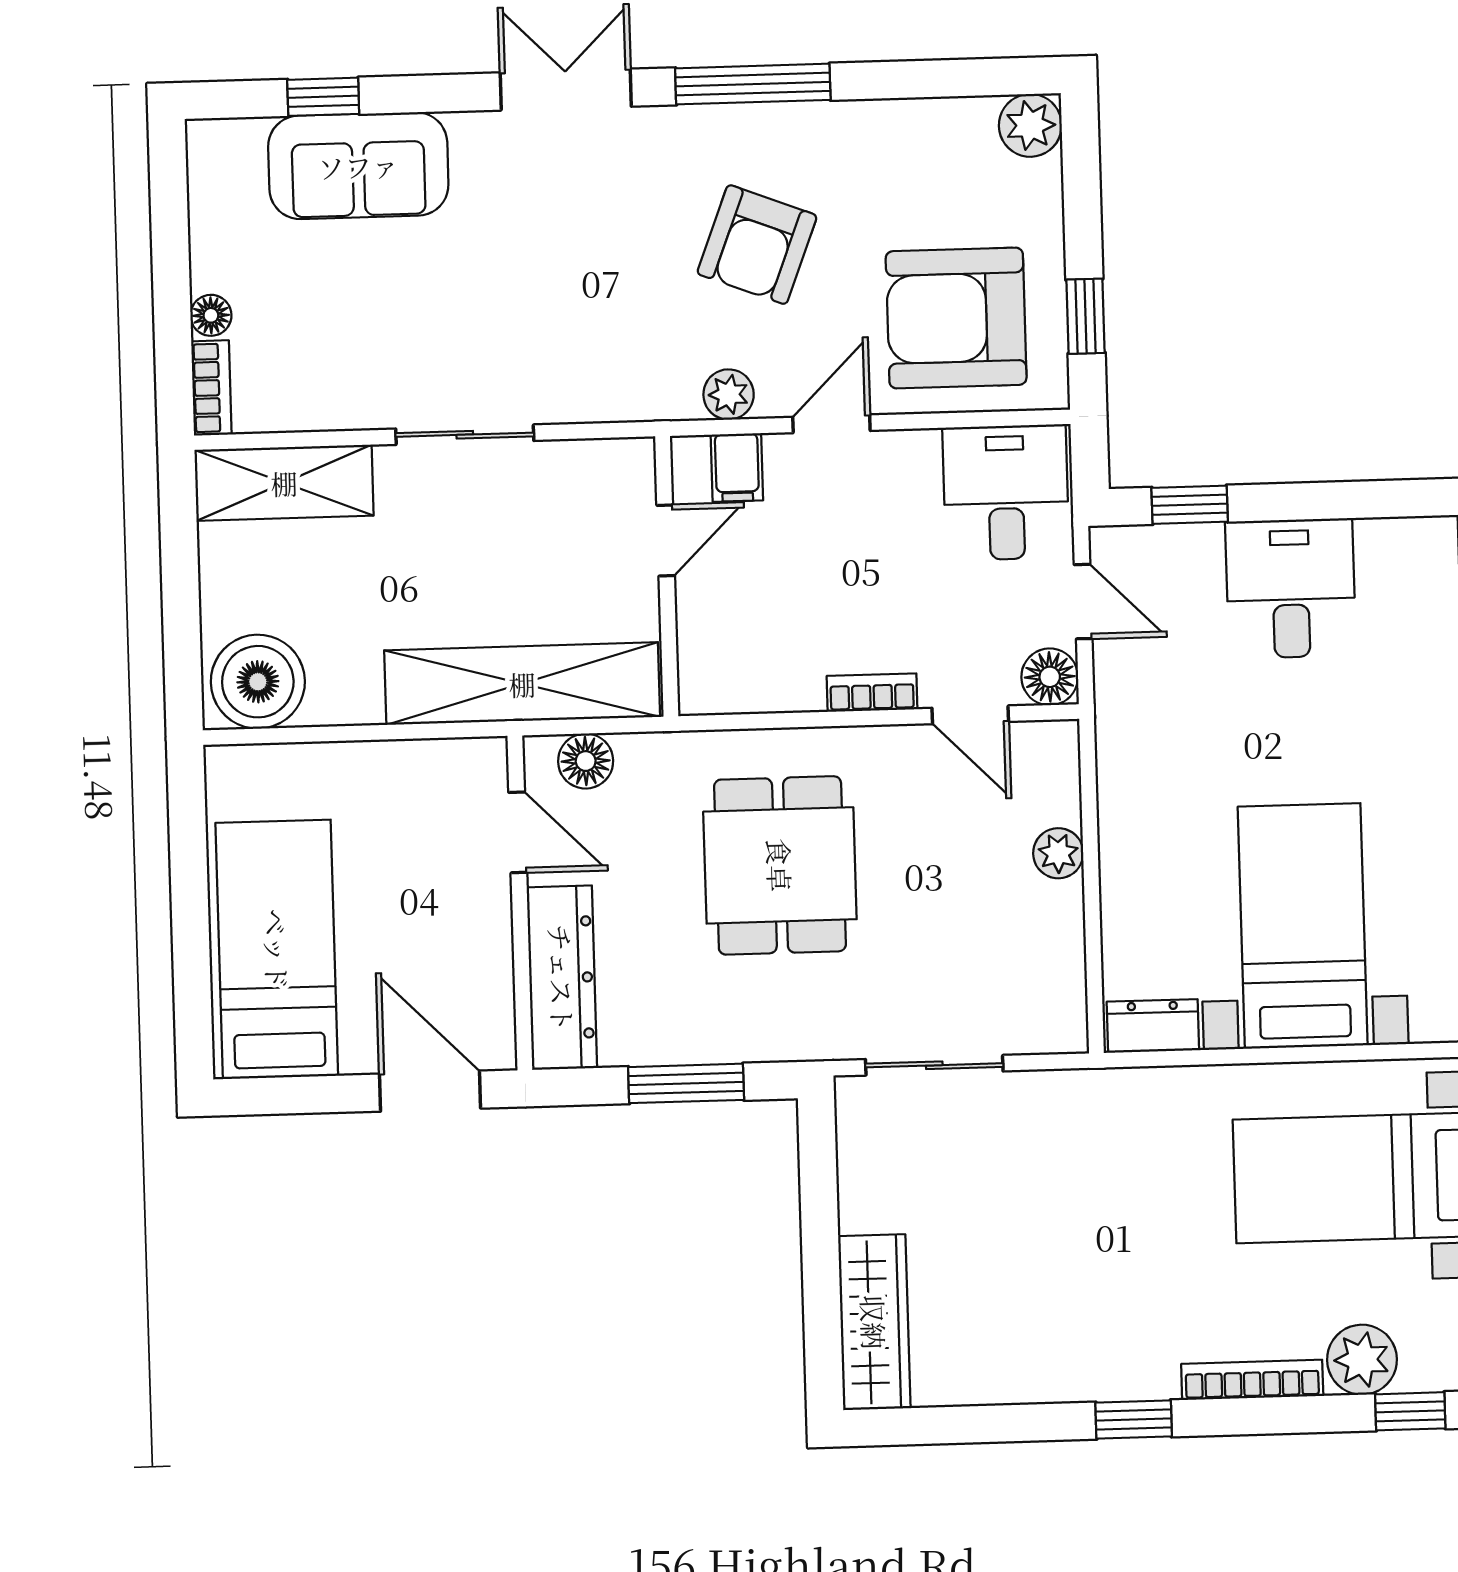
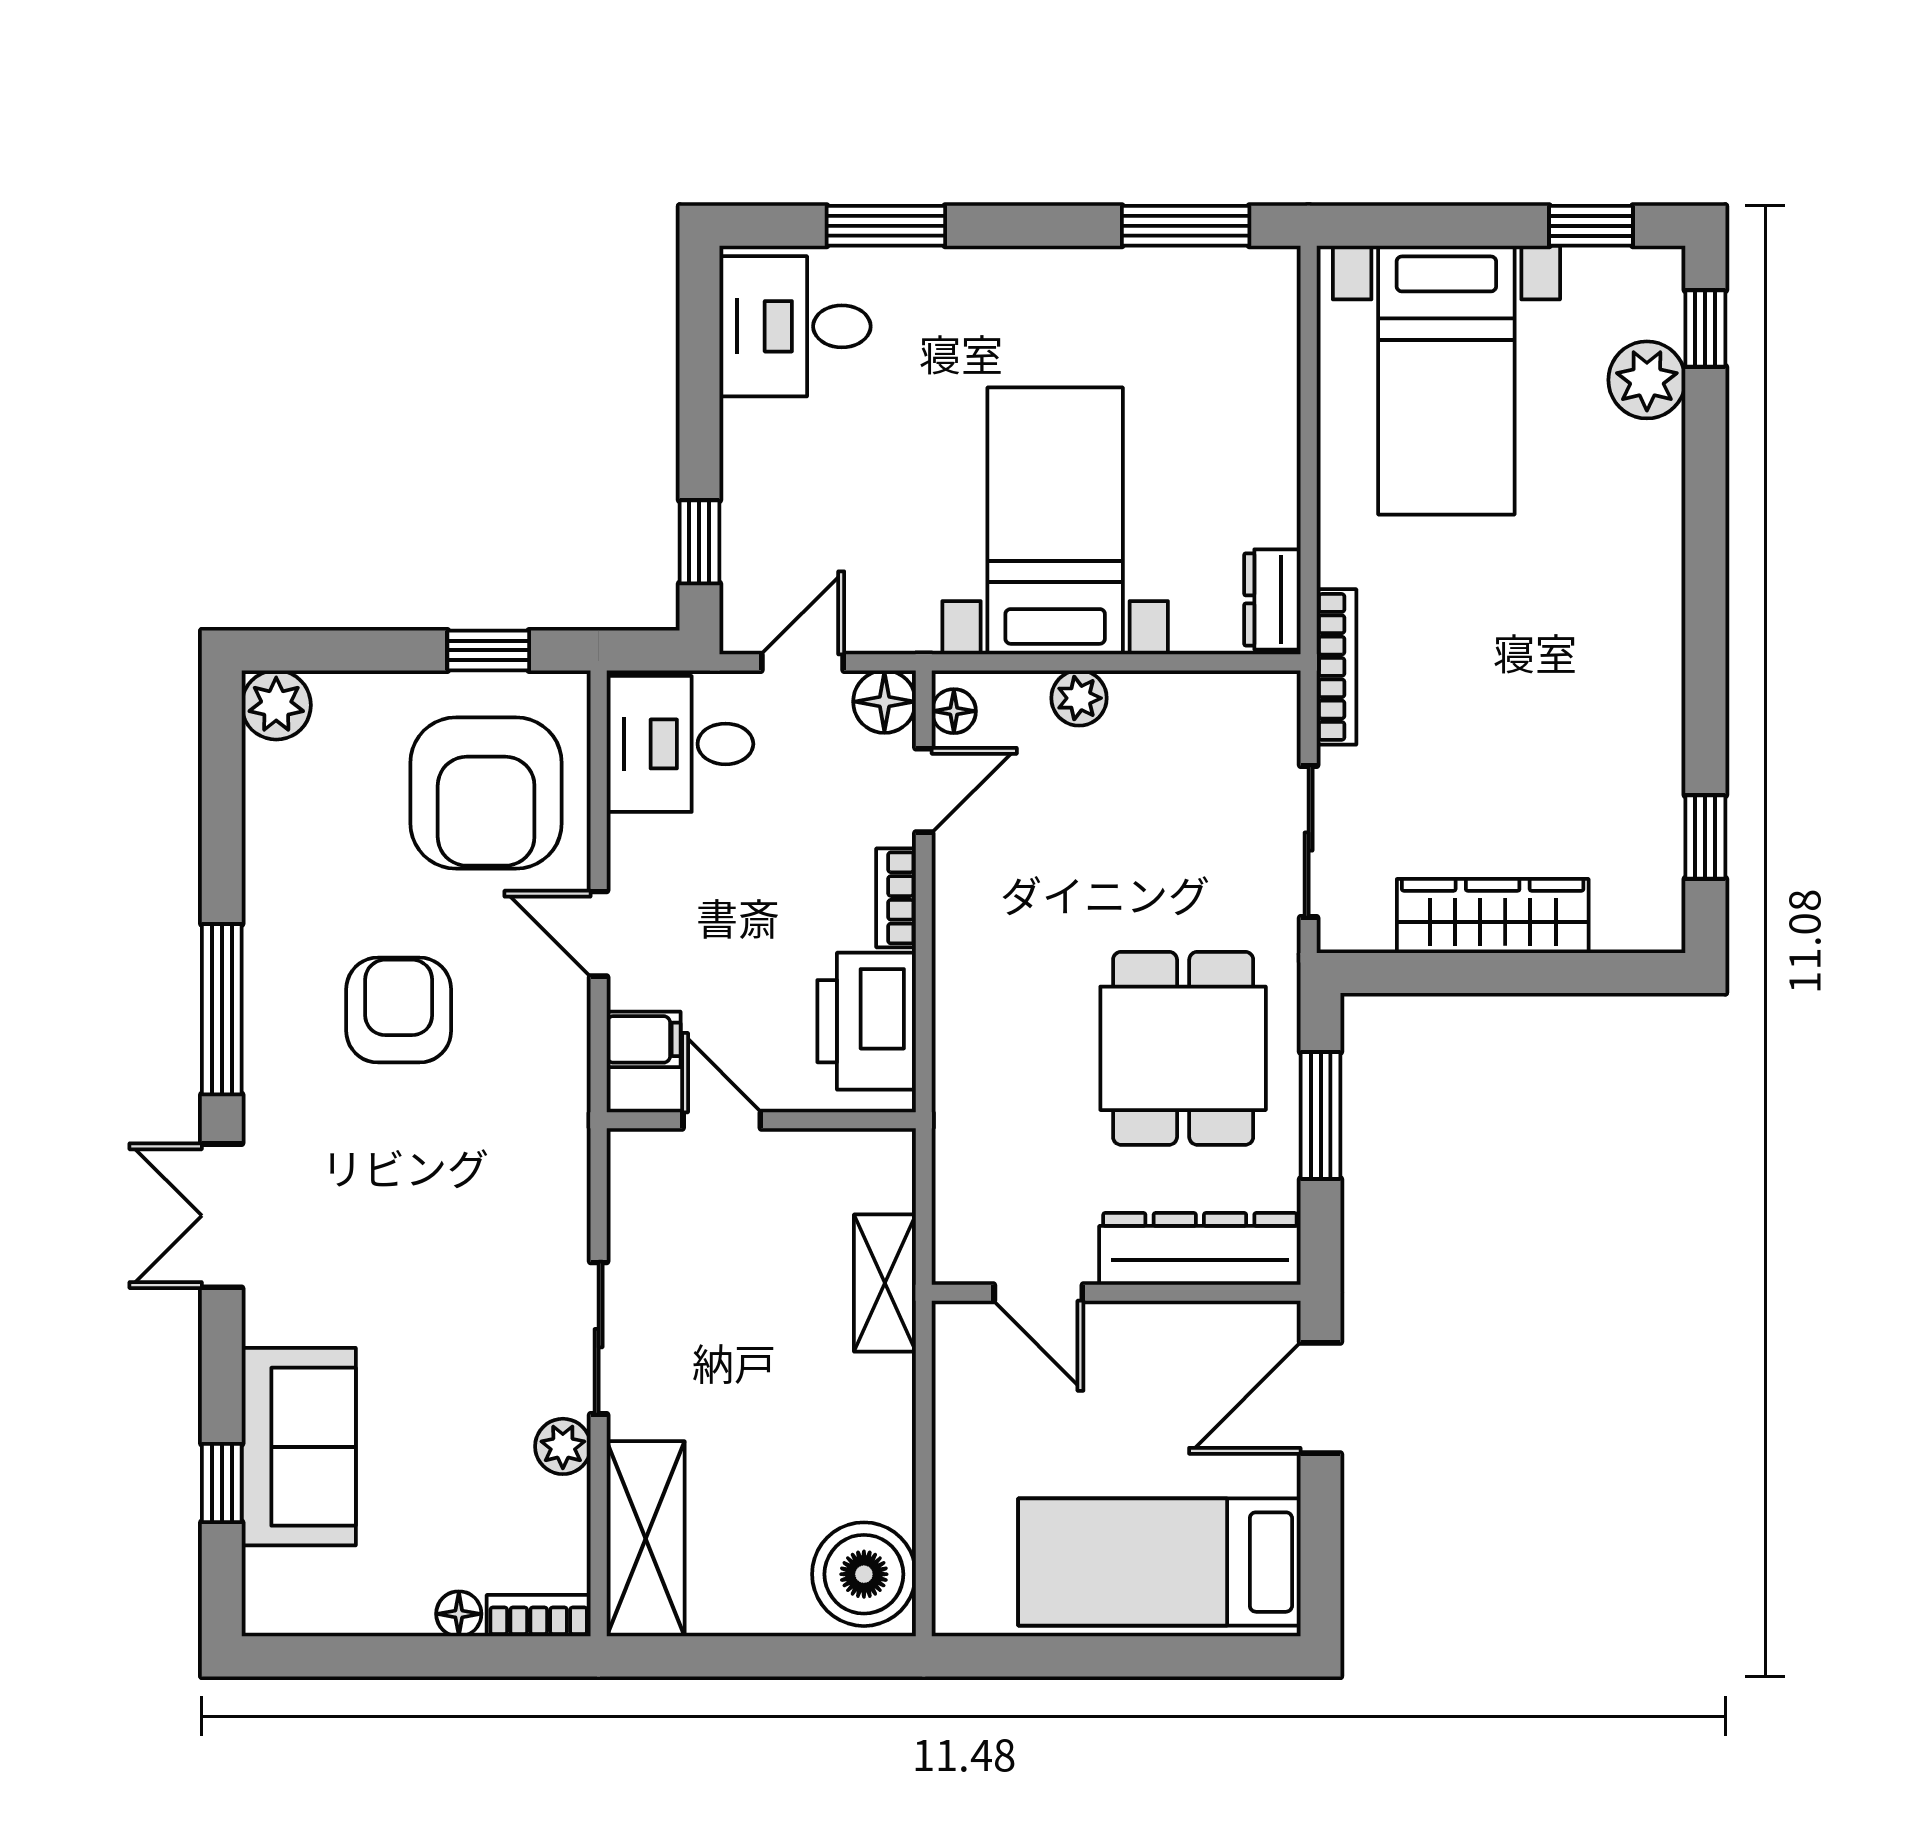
armchair: (757, 245) -> (399, 1010), turned -111
plant: (729, 394) -> (563, 1446), moved
desk: (1291, 588) -> (795, 326), moved
printer: (759, 669) -> (867, 1021), added
shelving: (522, 684) -> (885, 1283), width x0.45, depth x0.75
floor lamp: (586, 761) -> (954, 711), moved, width x0.73, depth x0.73
door: (518, 832) -> (1038, 1293), swing flipped
dining table: (780, 865) -> (1183, 1048), moved, turned 90
bed with nightstands: (1303, 926) -> (1055, 521), moved, turned 90
wardrobe: (874, 1322) -> (1493, 916), moved
bookcase: (1252, 1380) -> (1336, 667), moved, turned 180
window: (1134, 1420) -> (1705, 837), moved

